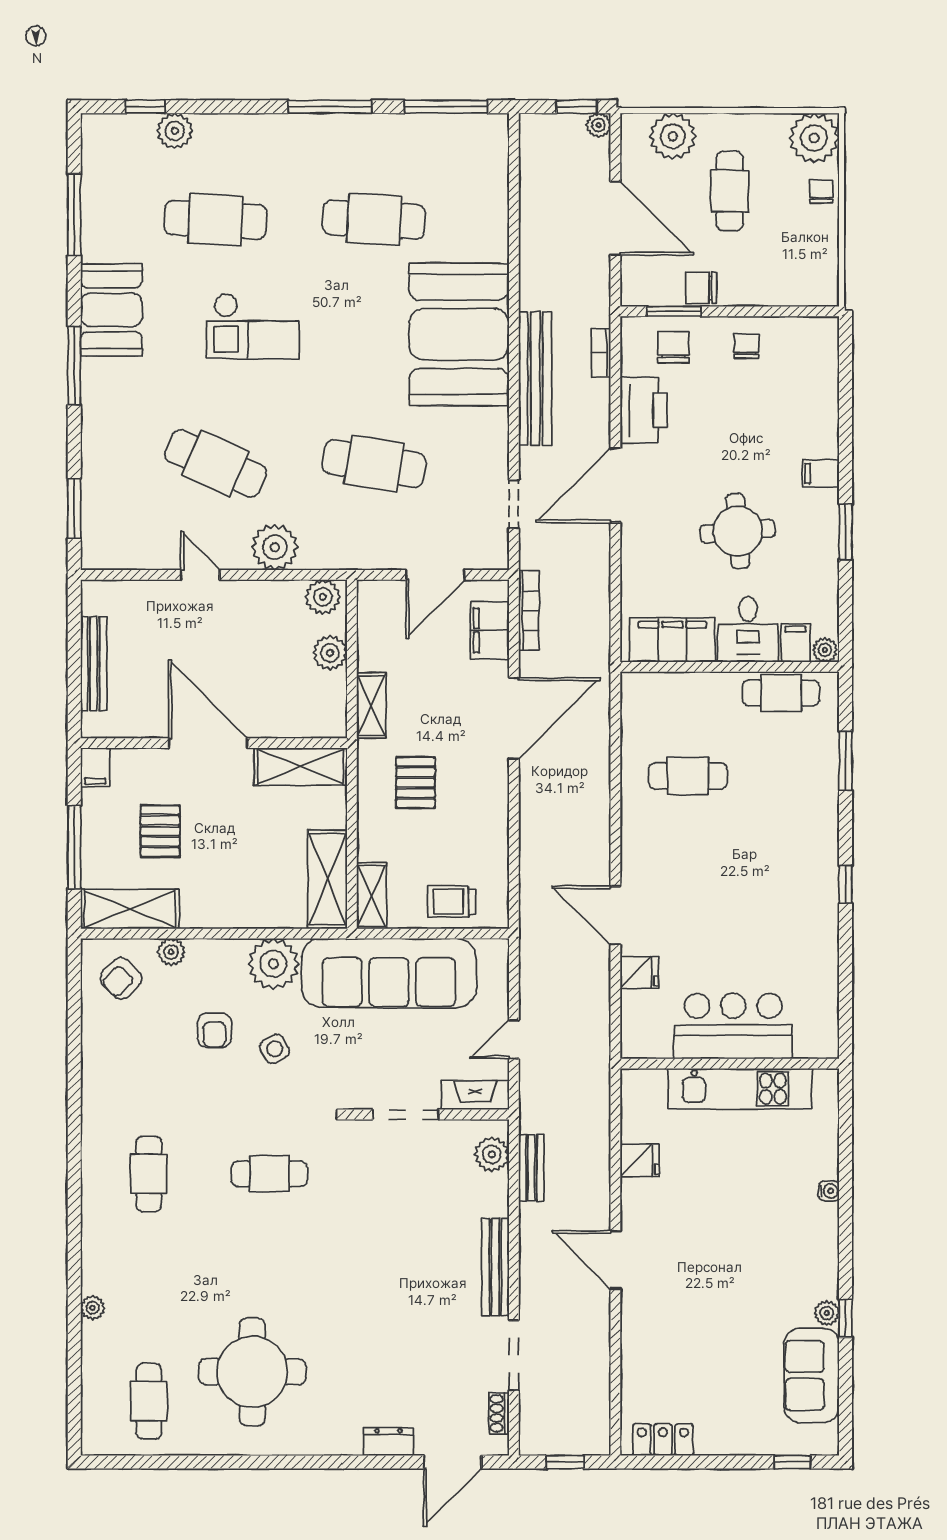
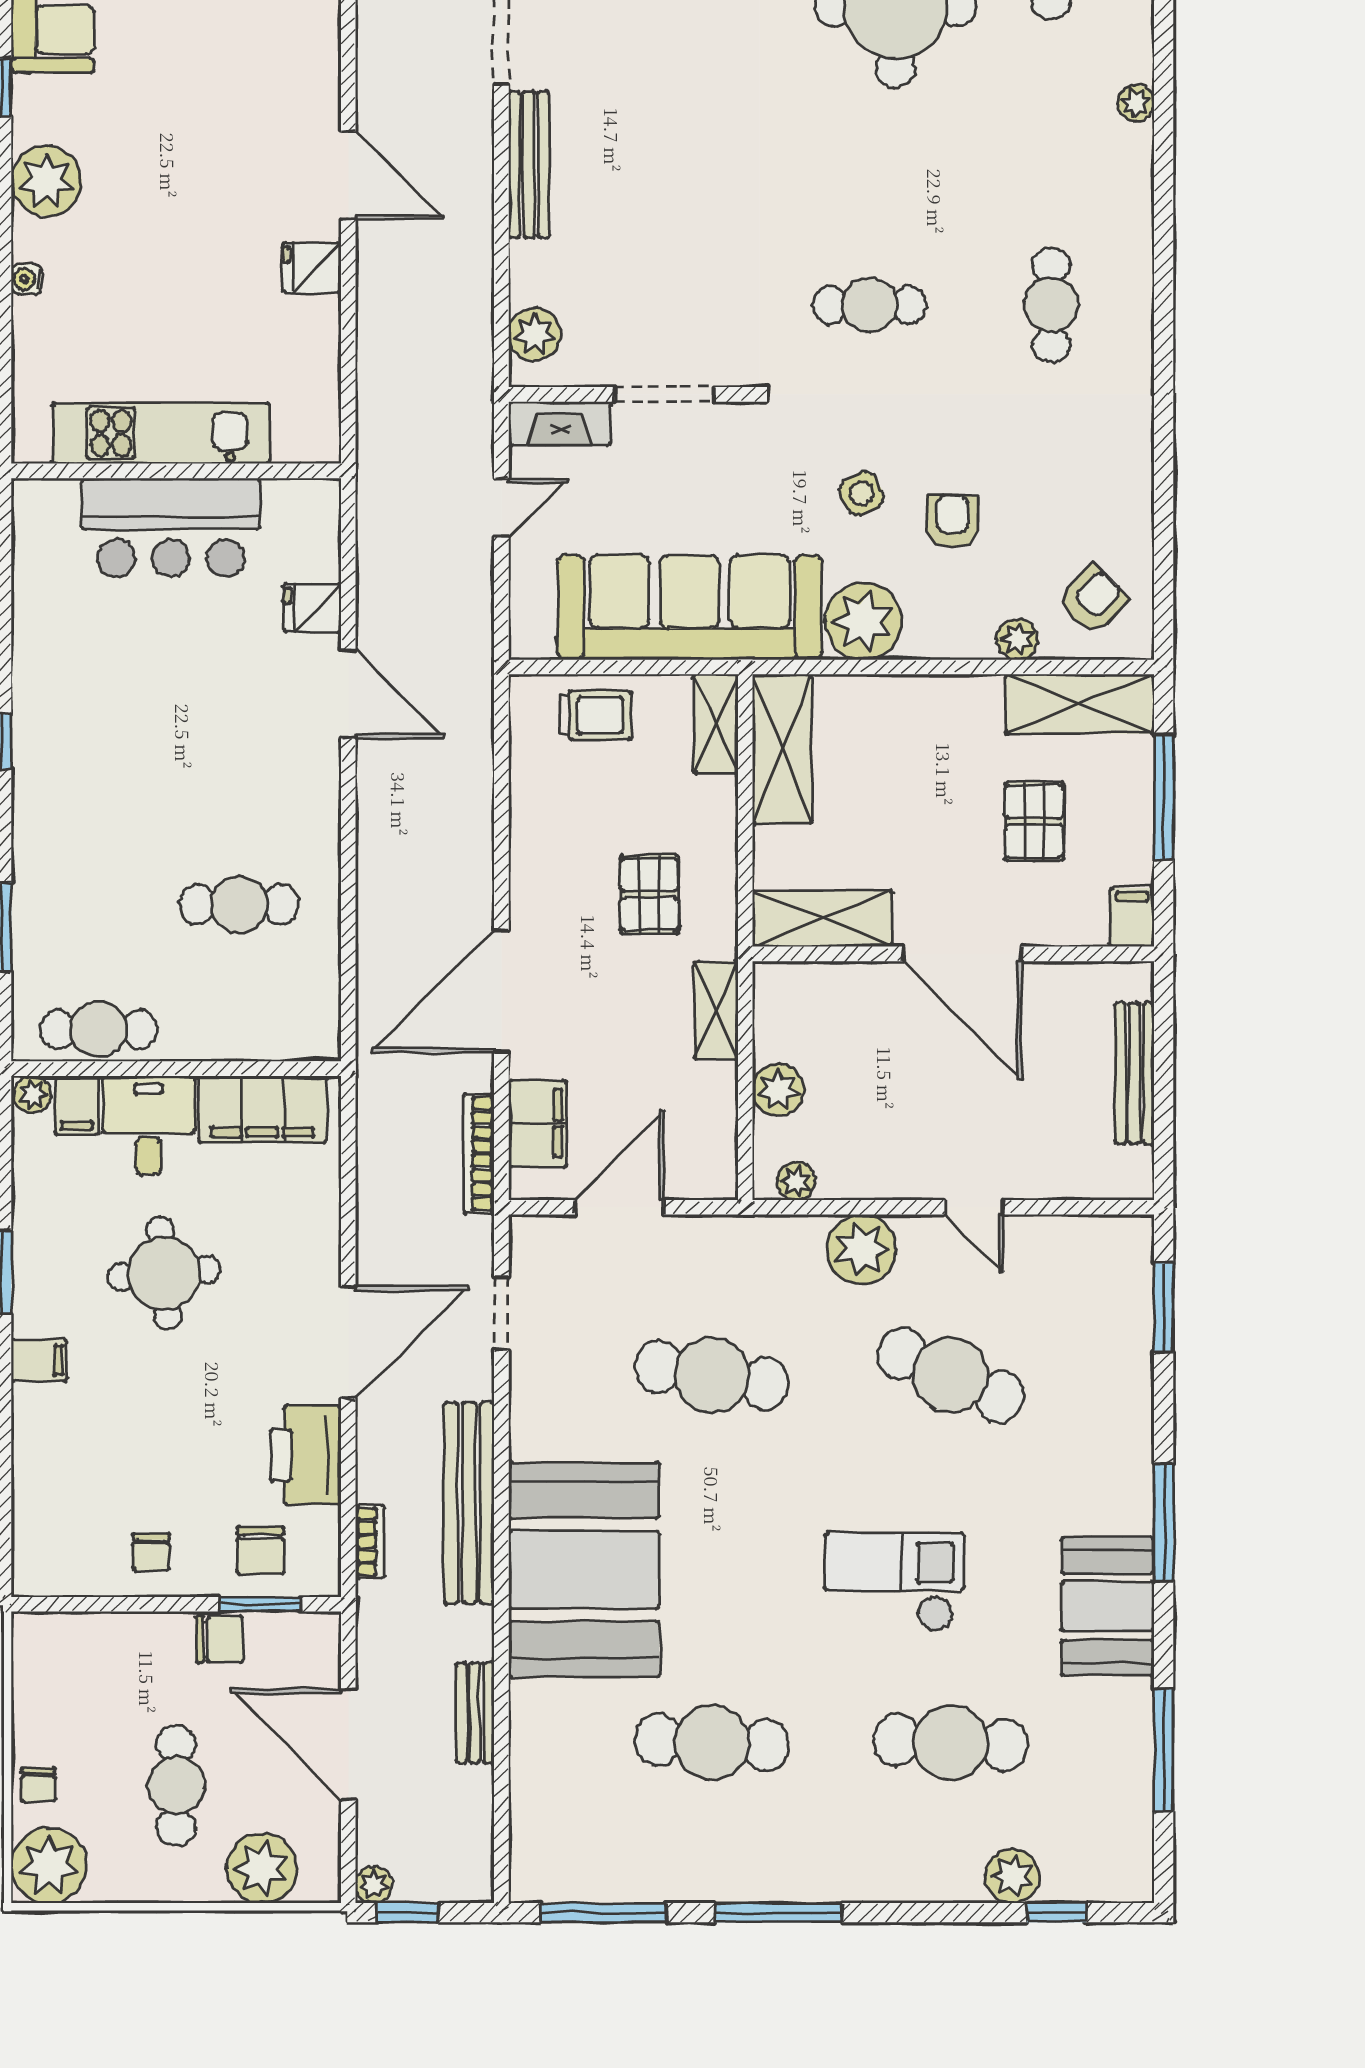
plant: (323, 597) -> (796, 1181), width x0.73, depth x0.73
fridge: (640, 1161) -> (312, 268), moved
bench: (531, 1168) -> (475, 1713), moved
plant: (827, 1313) -> (46, 181), moved, width x1.88, depth x1.88

